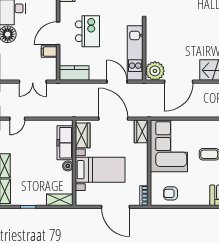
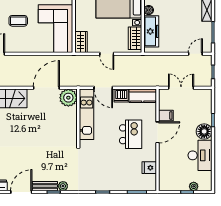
kitchen island: (87, 31) -> (131, 134), turned 180
dishwasher: (98, 73) -> (121, 95), added
door: (113, 119) -> (107, 54), width x0.53

